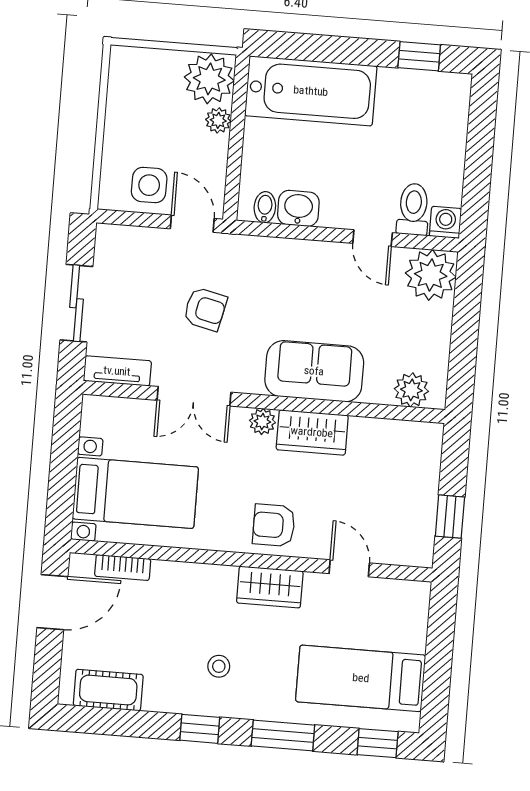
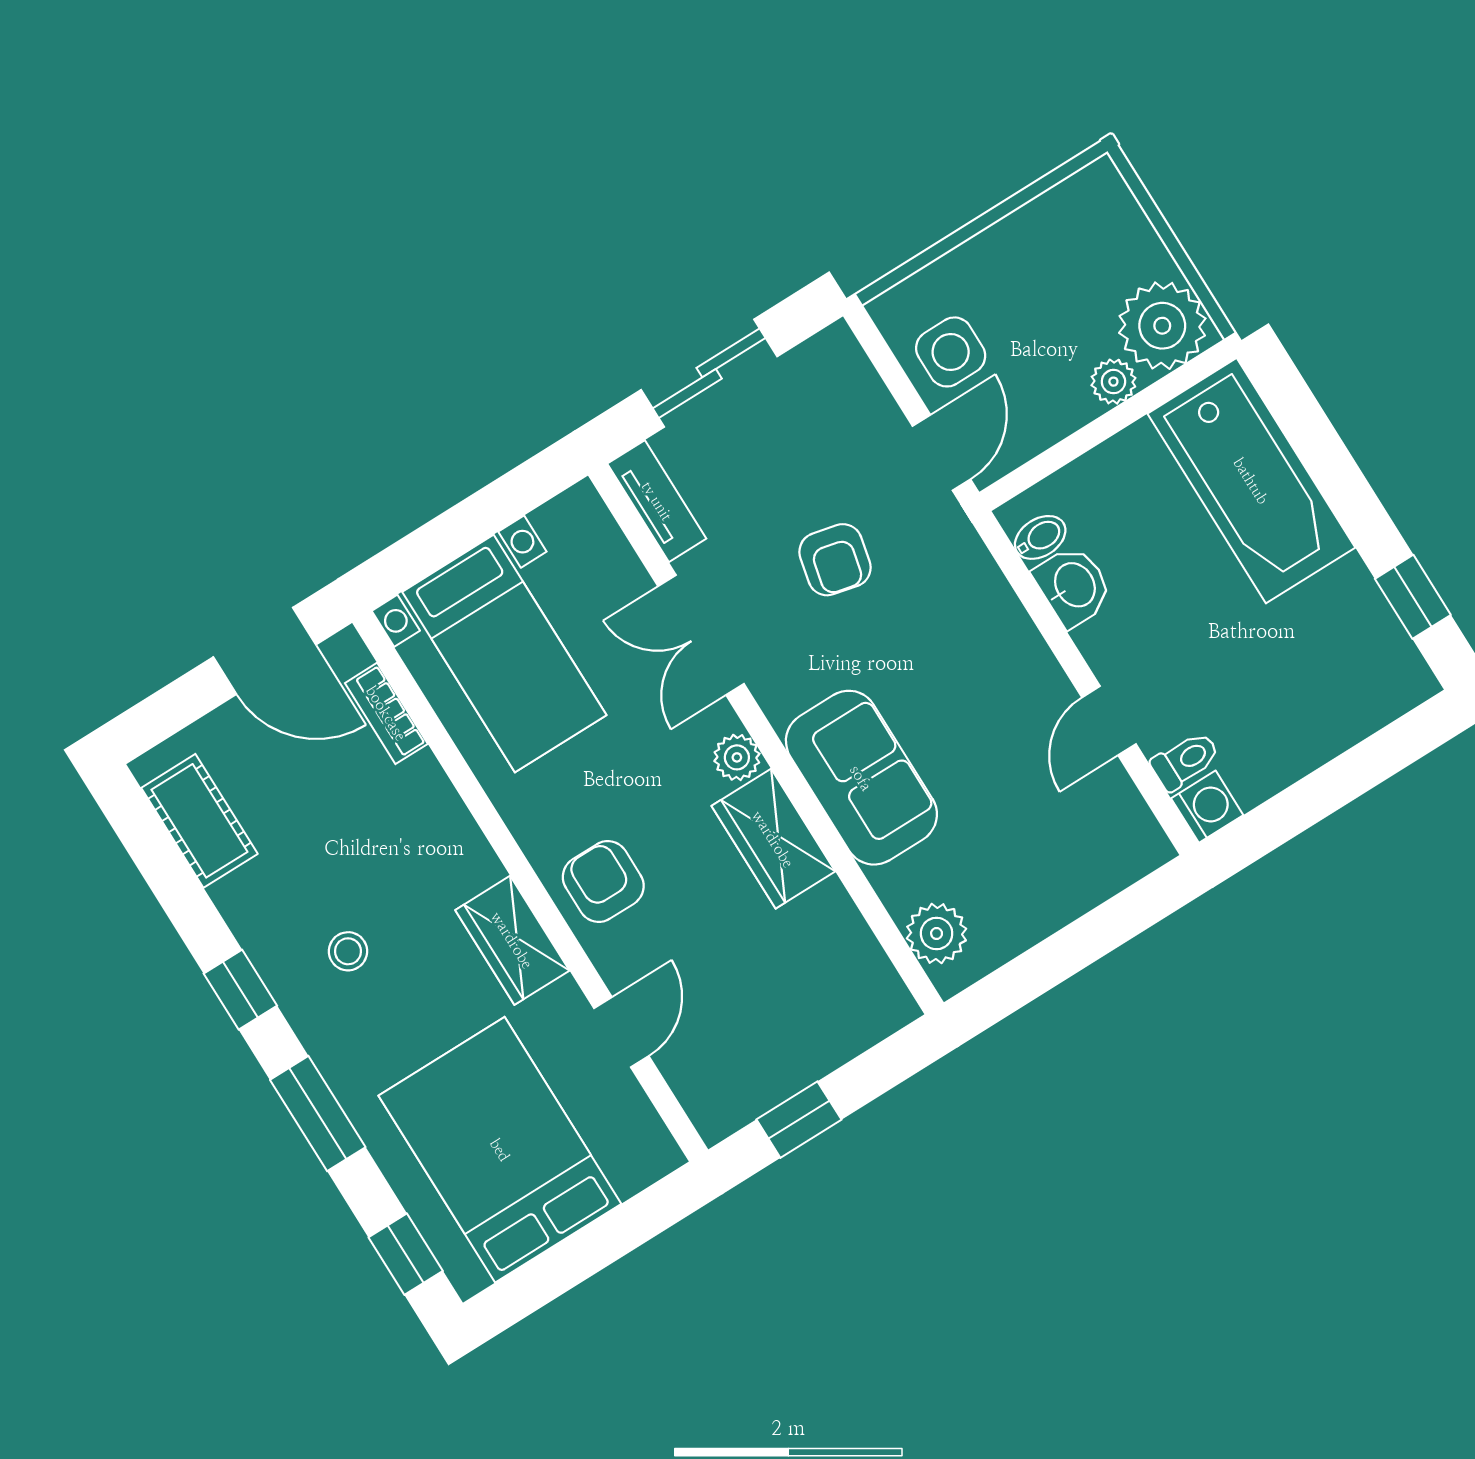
toilet: (413, 209) -> (1185, 761), width x0.73, depth x0.72
plant: (431, 275) -> (1118, 841), removed
bed: (361, 678) -> (500, 1150), width x1.50

